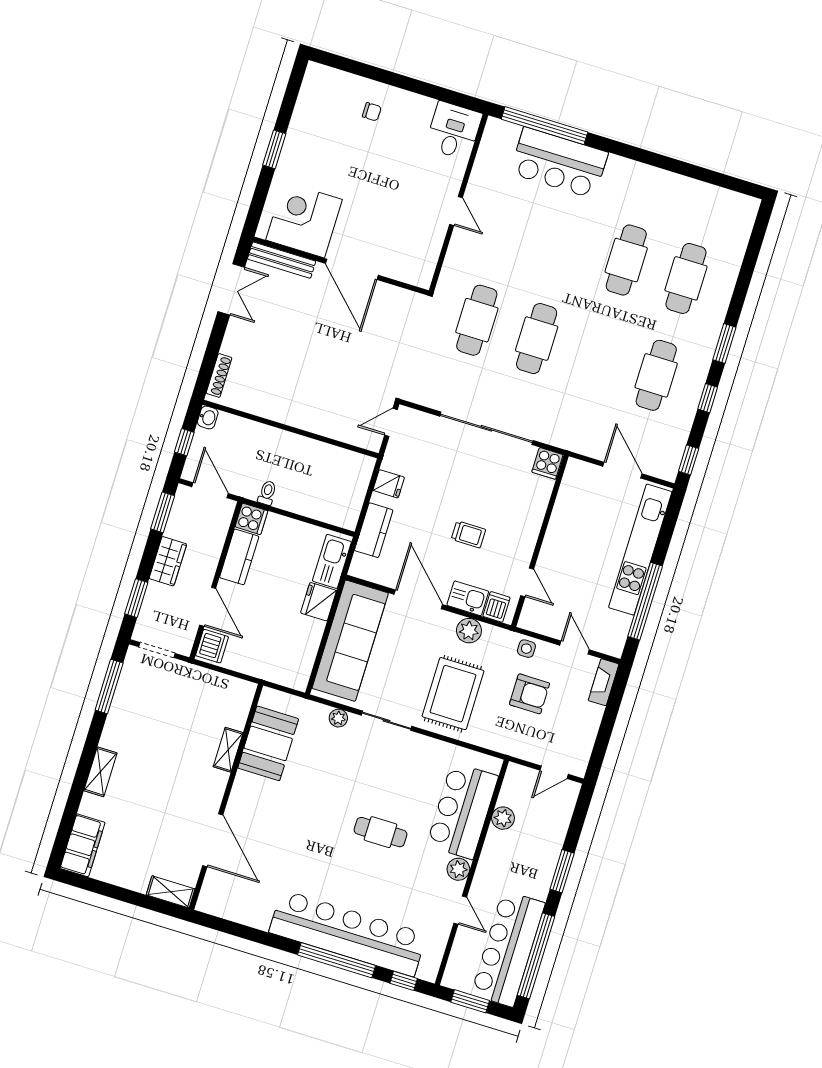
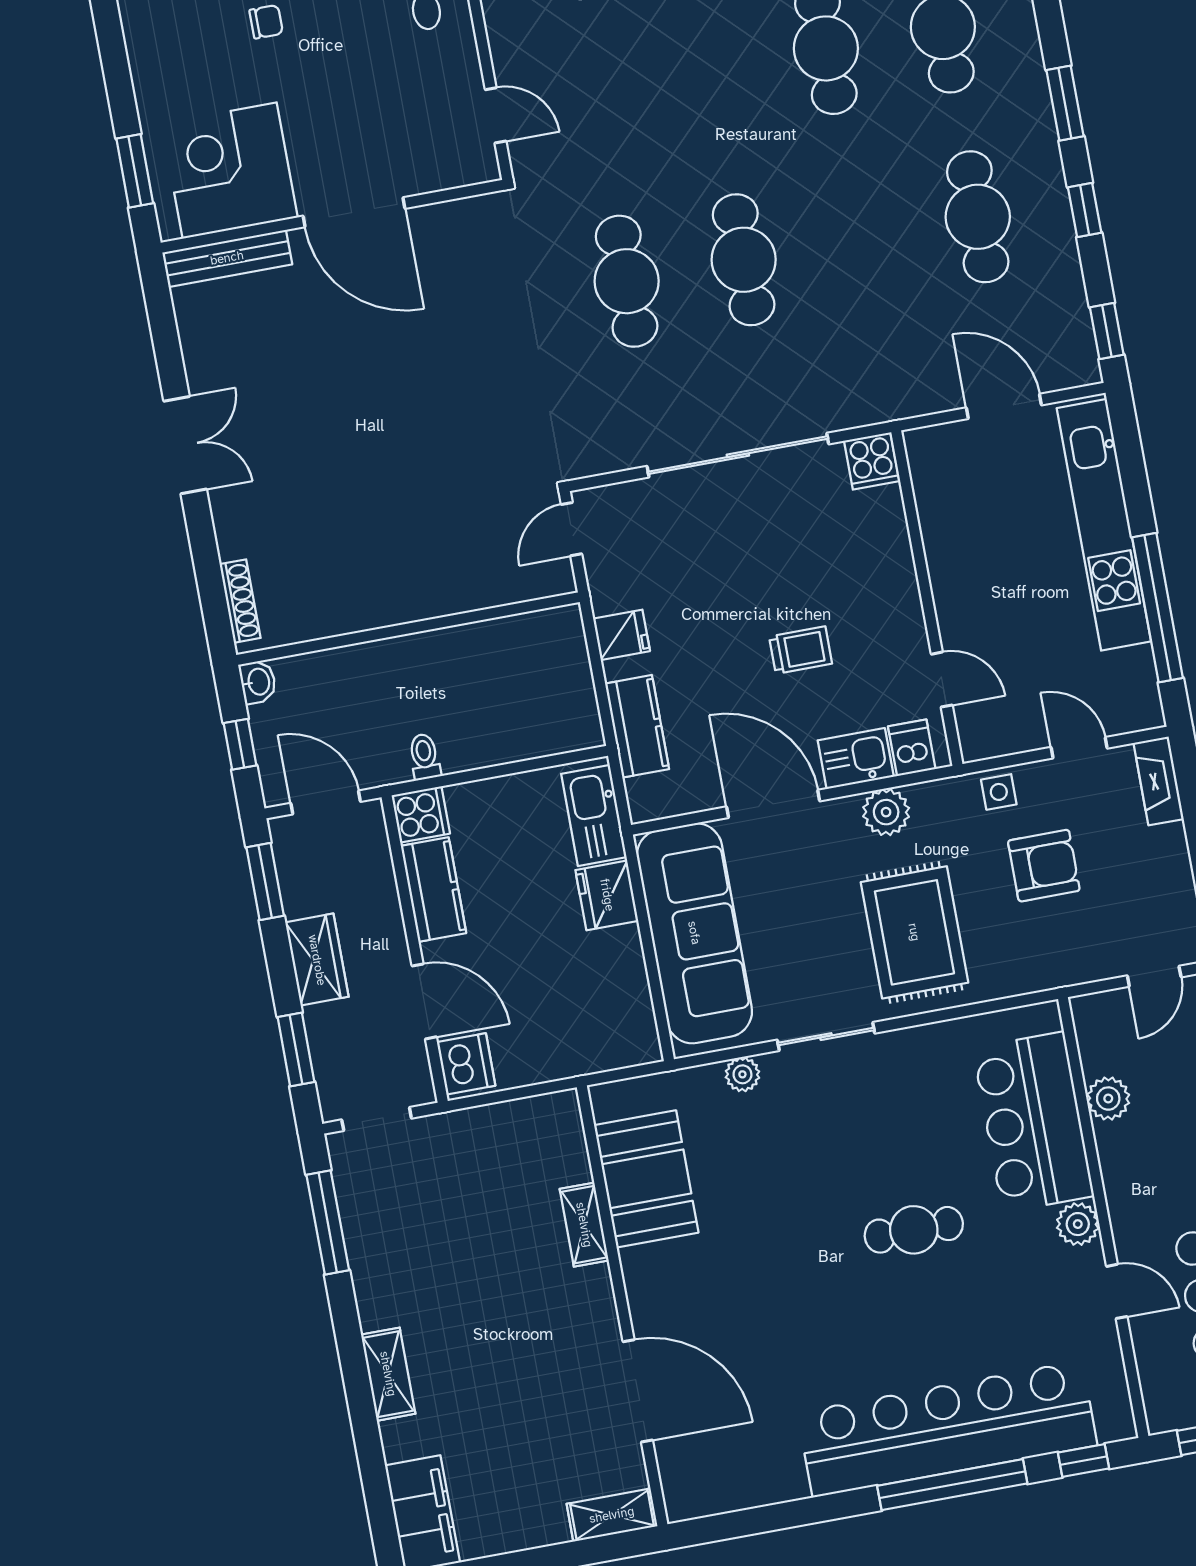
corner desk: (304, 220) -> (230, 171), moved
bench: (282, 260) -> (227, 258), moved
wall: (341, 266) -> (332, 216), moved
door: (352, 269) -> (354, 212), moved

